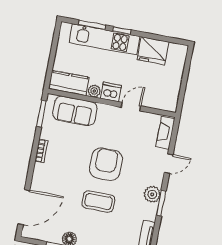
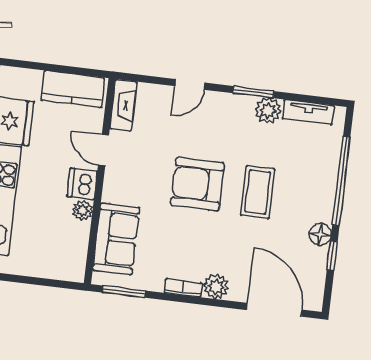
kitchen counter: (69, 83) -> (73, 89), moved, turned -90
fireplace: (165, 133) -> (123, 105), moved, turned -90
door: (169, 164) -> (190, 84), swing flipped
plant: (41, 172) -> (216, 287), added
plant: (152, 194) -> (268, 111), moved

